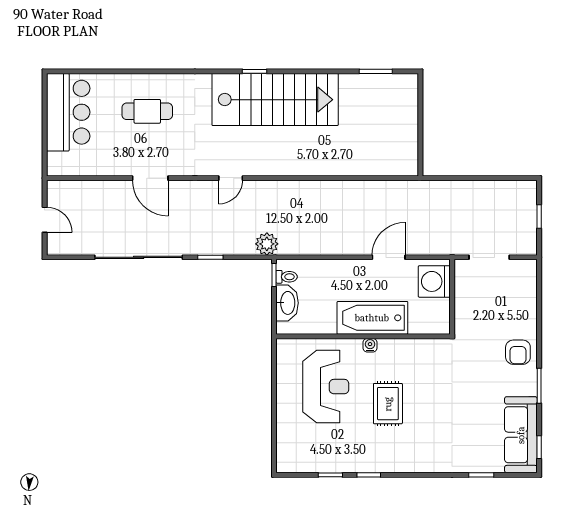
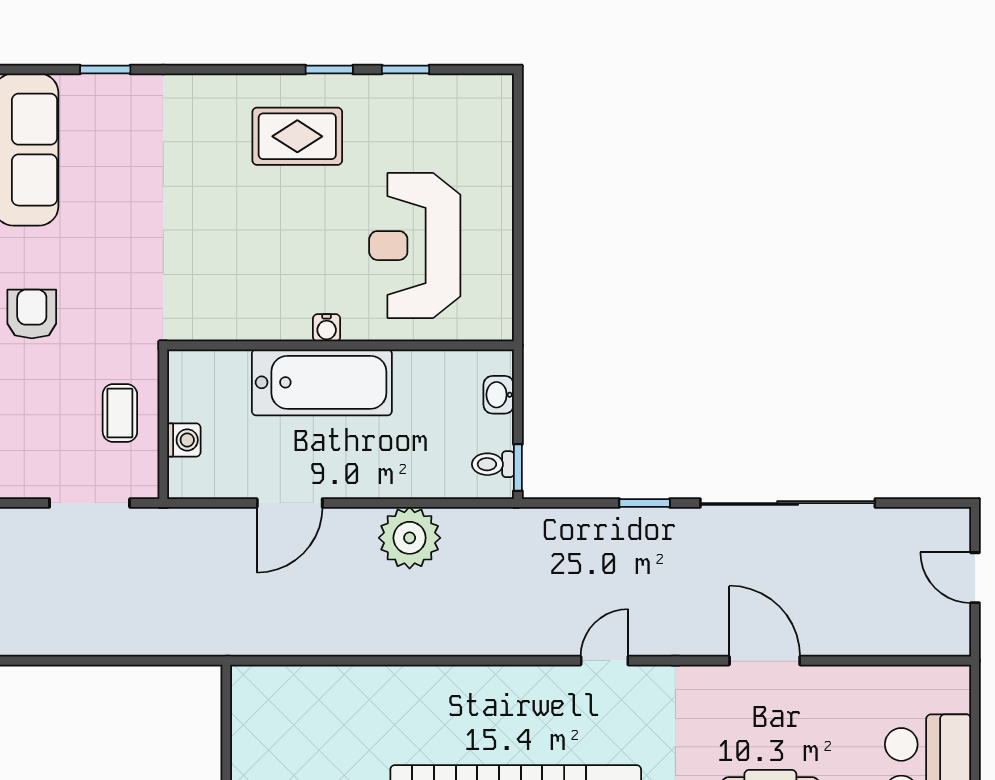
plant: (267, 244) -> (410, 538), moved, width x1.36, depth x1.36
washing machine: (434, 281) -> (184, 440), width x0.53, depth x0.53
coffee table: (474, 302) -> (120, 413), added
washbasin: (287, 303) -> (499, 395), width x0.52, depth x0.69
rug: (388, 404) -> (297, 136), moved, turned 90

